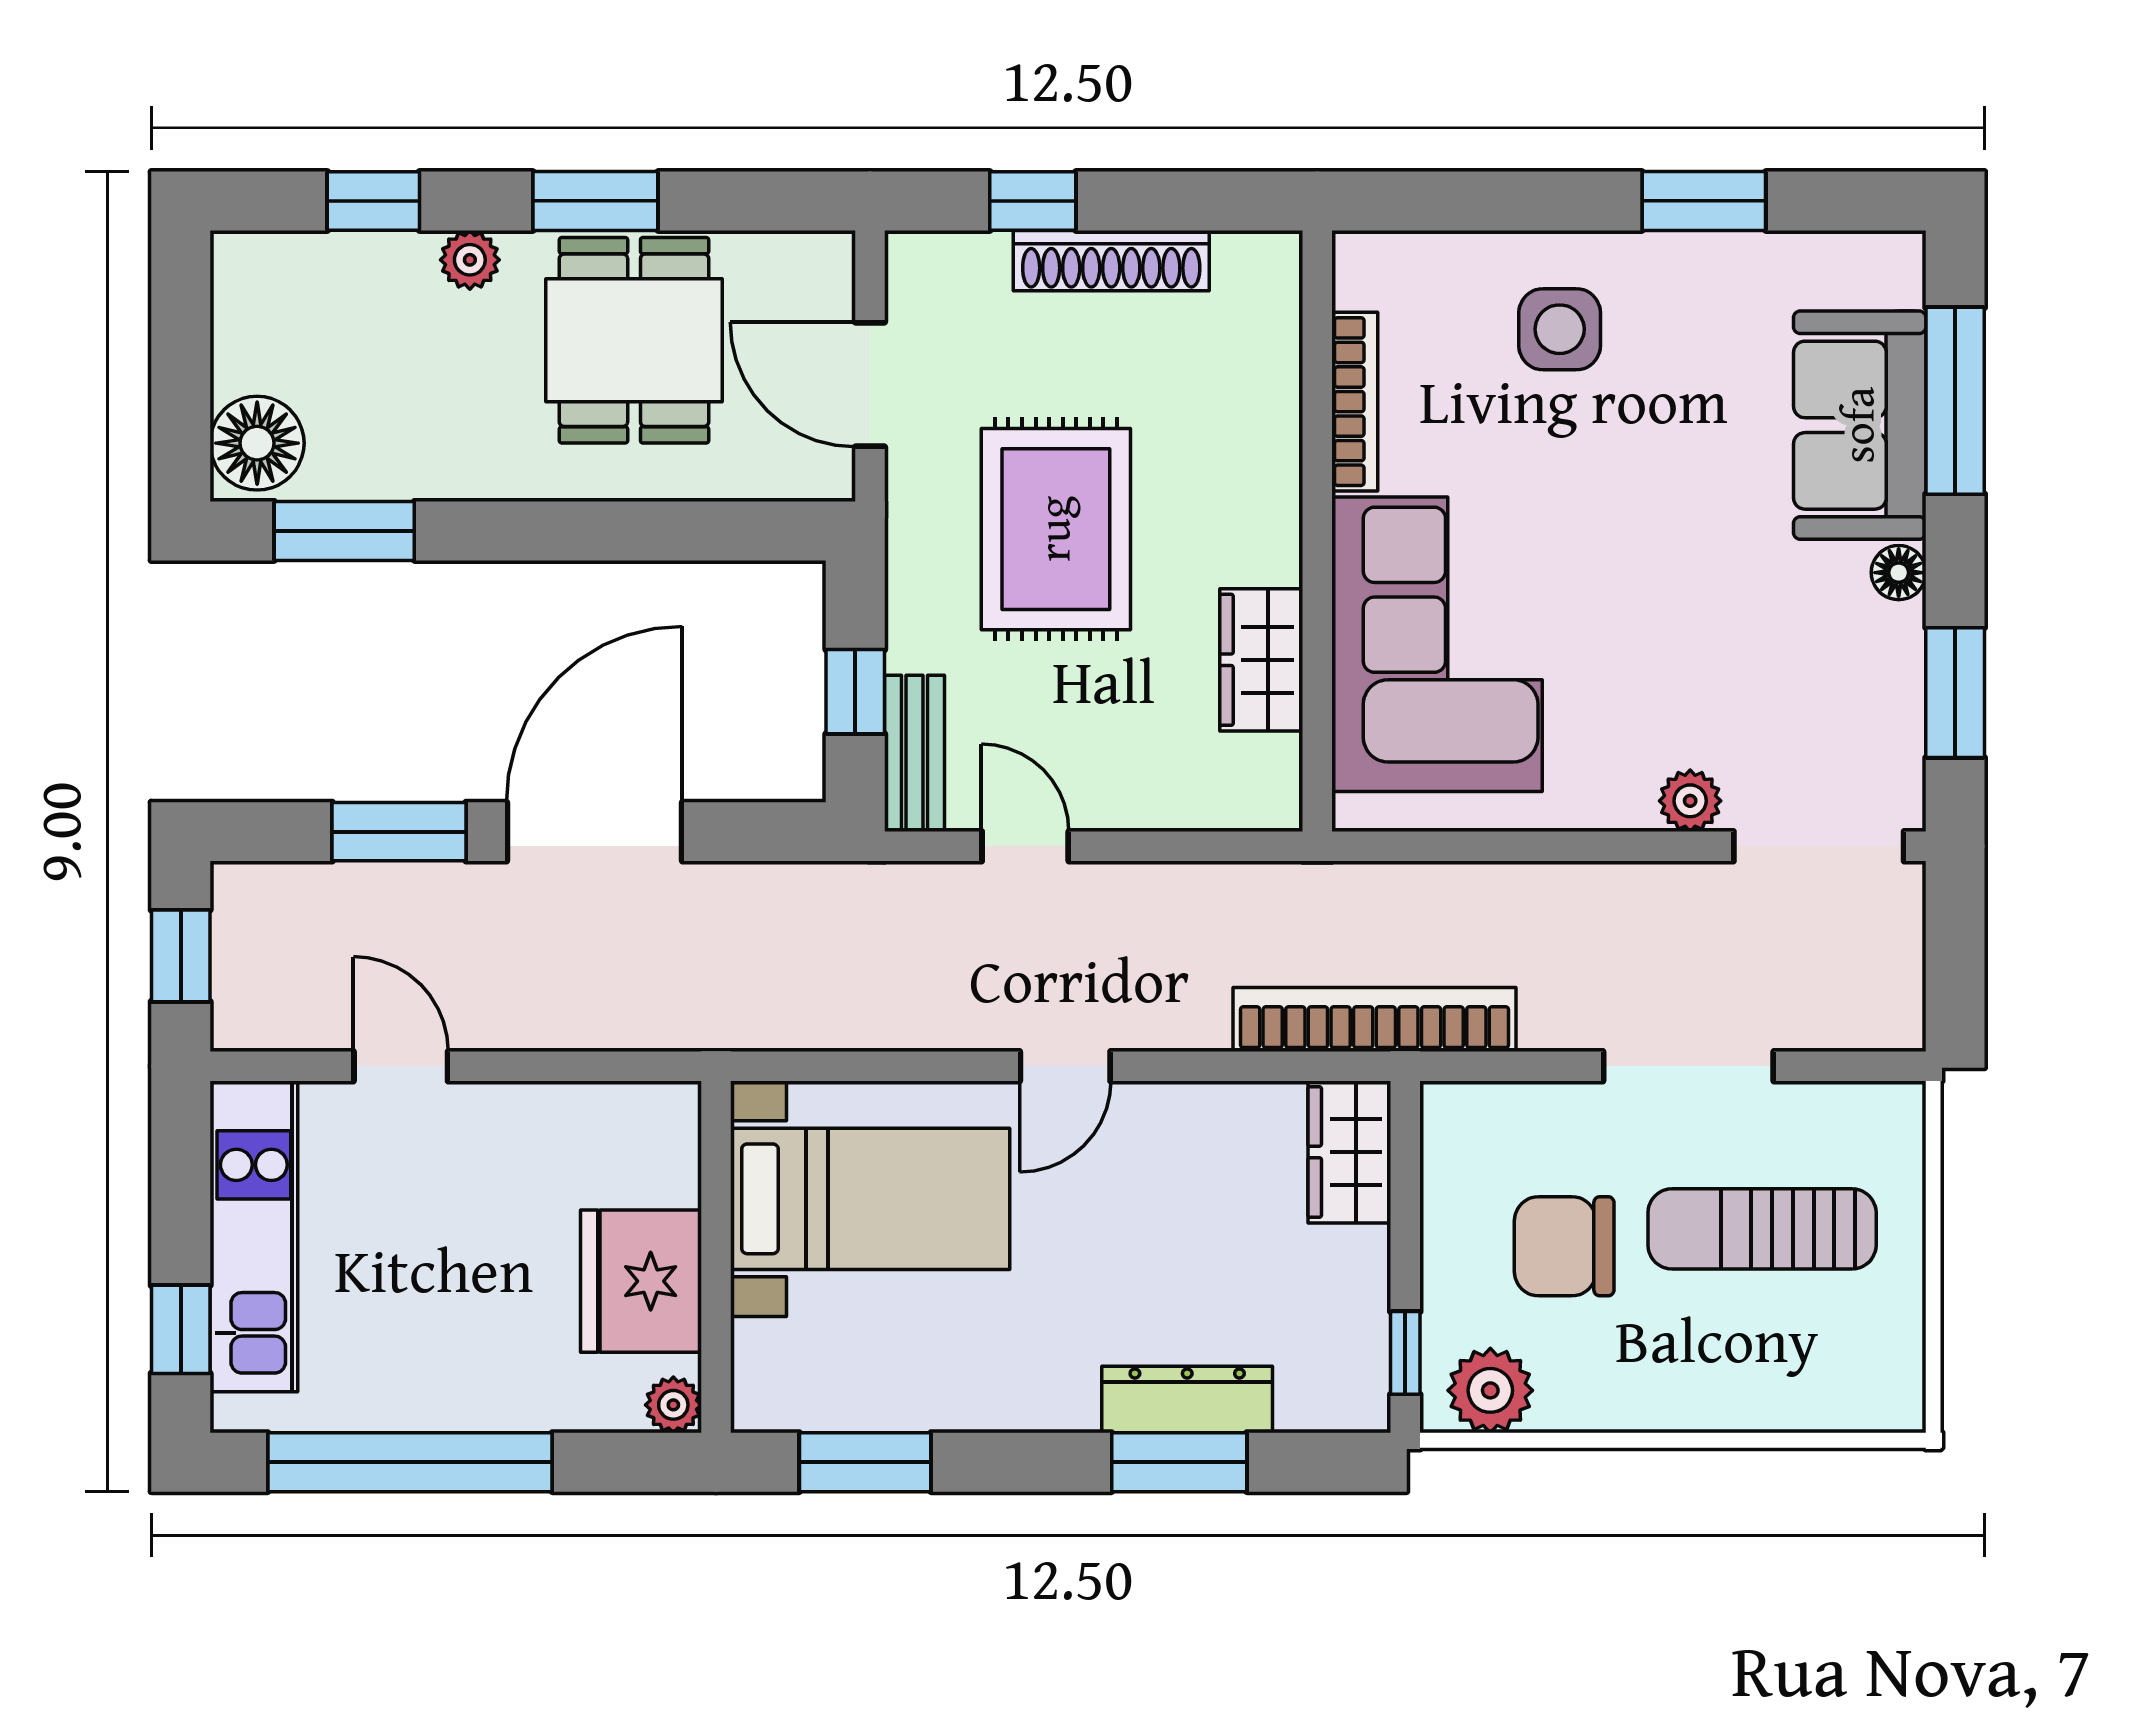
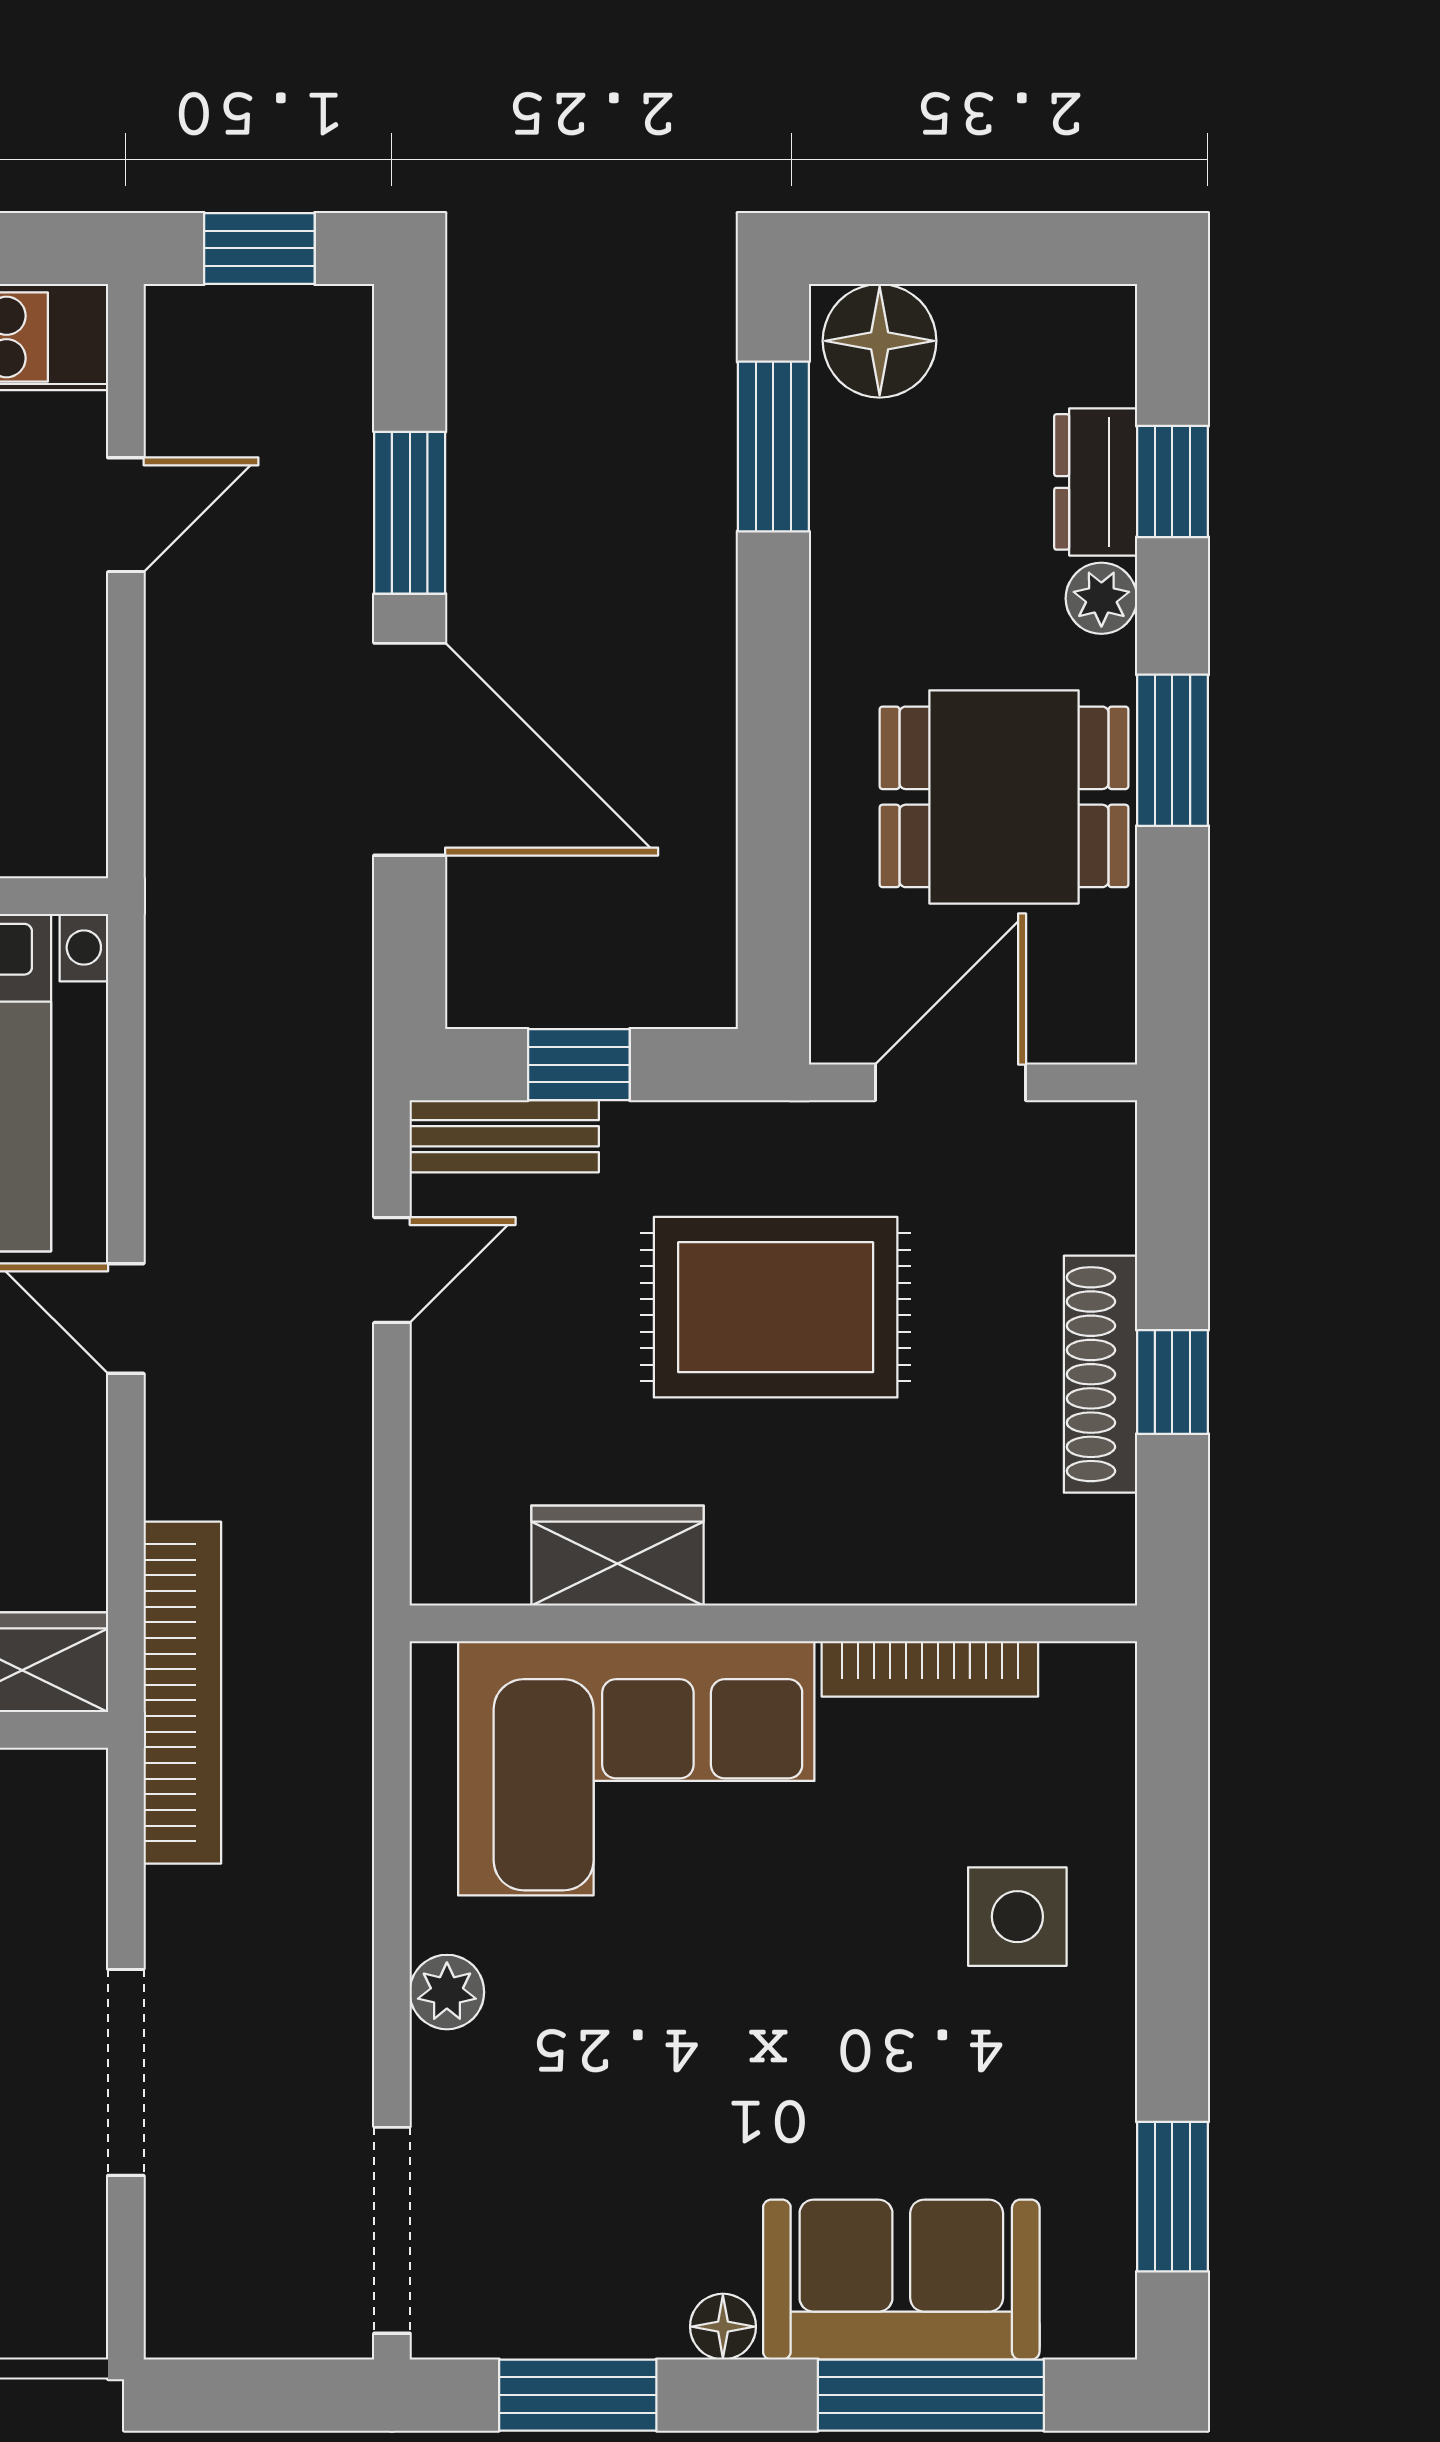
window: (1033, 201) -> (1172, 1382), moved
window: (1704, 201) -> (1172, 2197), moved
dresser: (374, 265) -> (1096, 482), added
plant: (1690, 801) -> (447, 1992), moved

